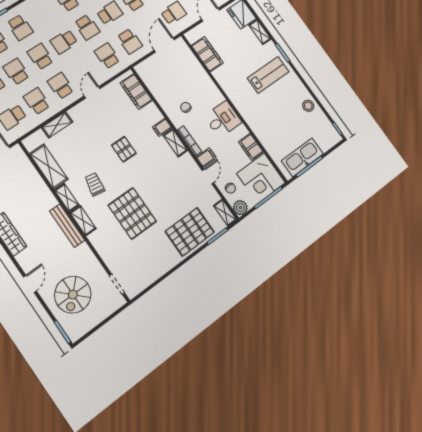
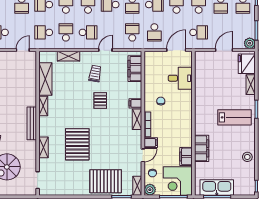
filing cabinet: (207, 54) -> (202, 148), moved
school desk: (61, 86) -> (88, 32), turned 90
desk: (223, 119) -> (180, 78), moved
trolley: (95, 184) -> (95, 74), moved
shelving: (83, 221) -> (44, 147), moved

